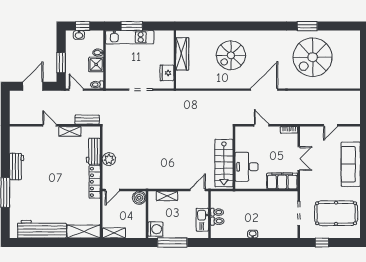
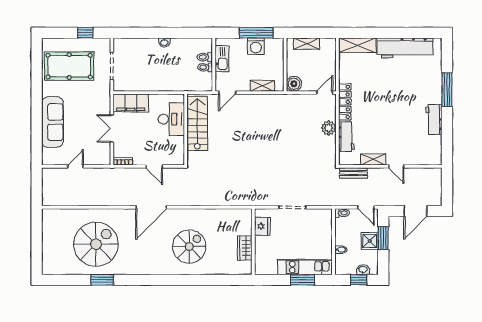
wardrobe: (182, 54) -> (245, 248), width x0.67
shower: (96, 64) -> (370, 241), moved
washing machine: (155, 229) -> (256, 46), moved, turned -90
shelving: (114, 233) -> (307, 44), moved

